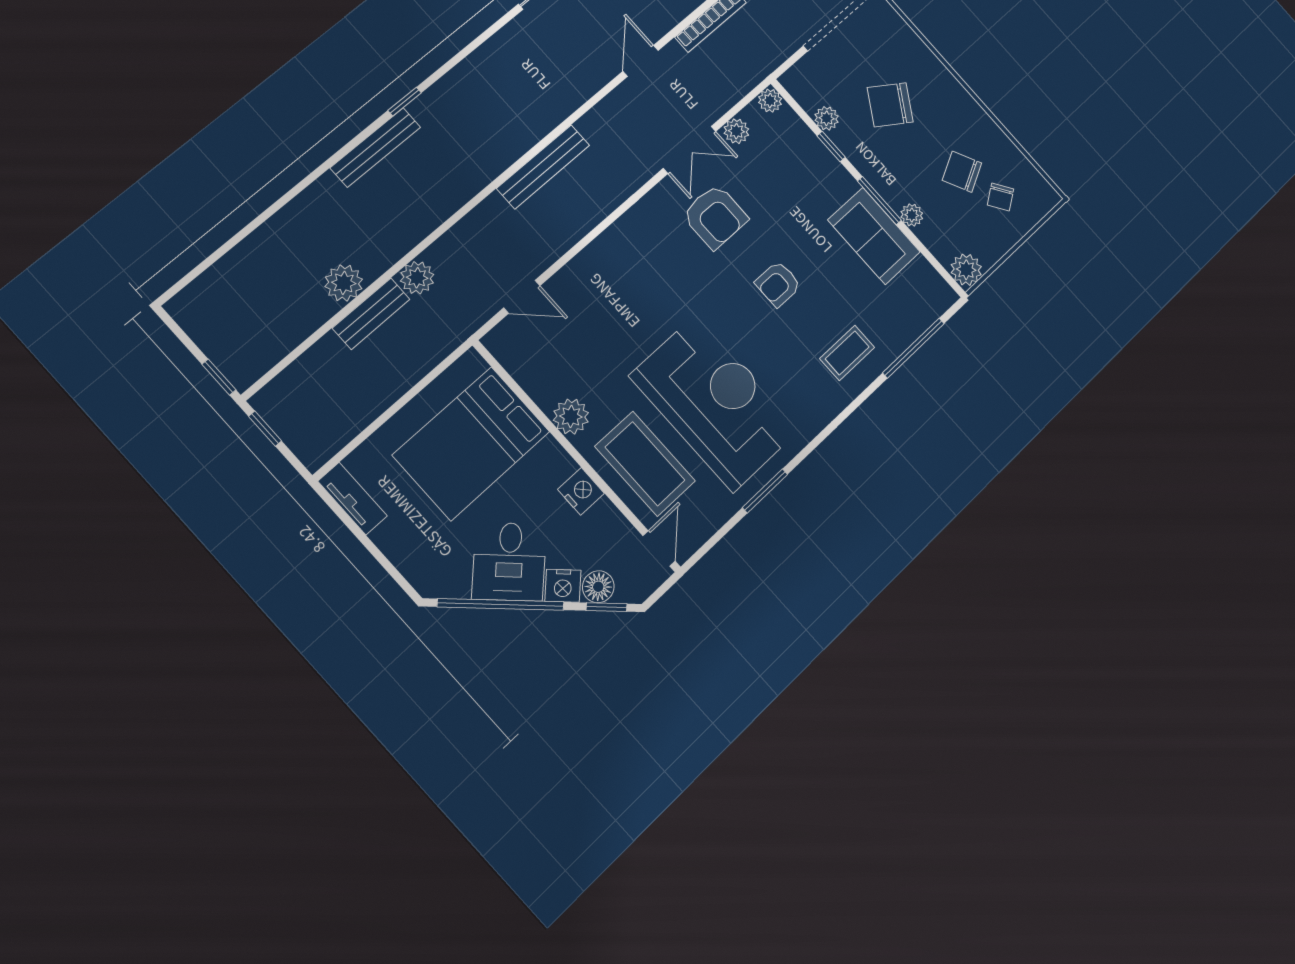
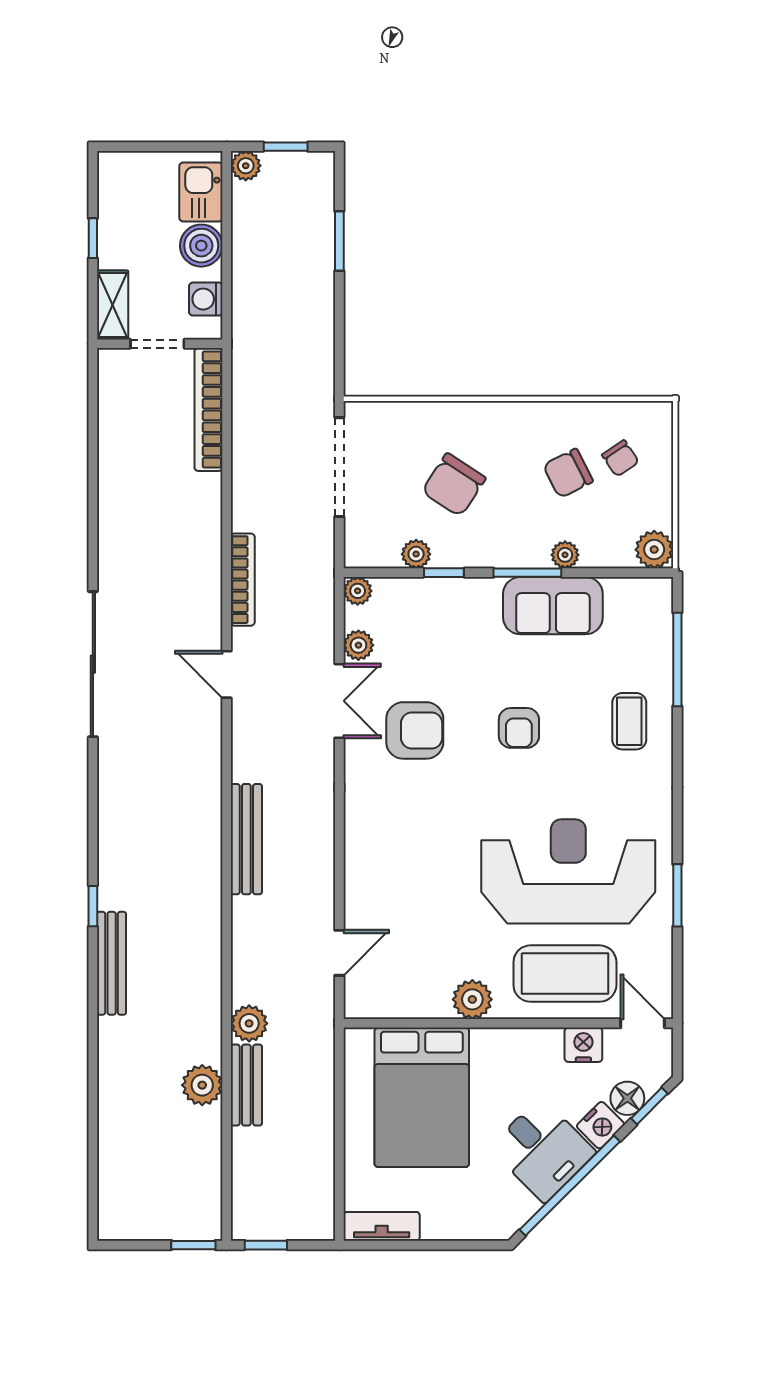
nightstand: (581, 491) -> (583, 1045), moved

